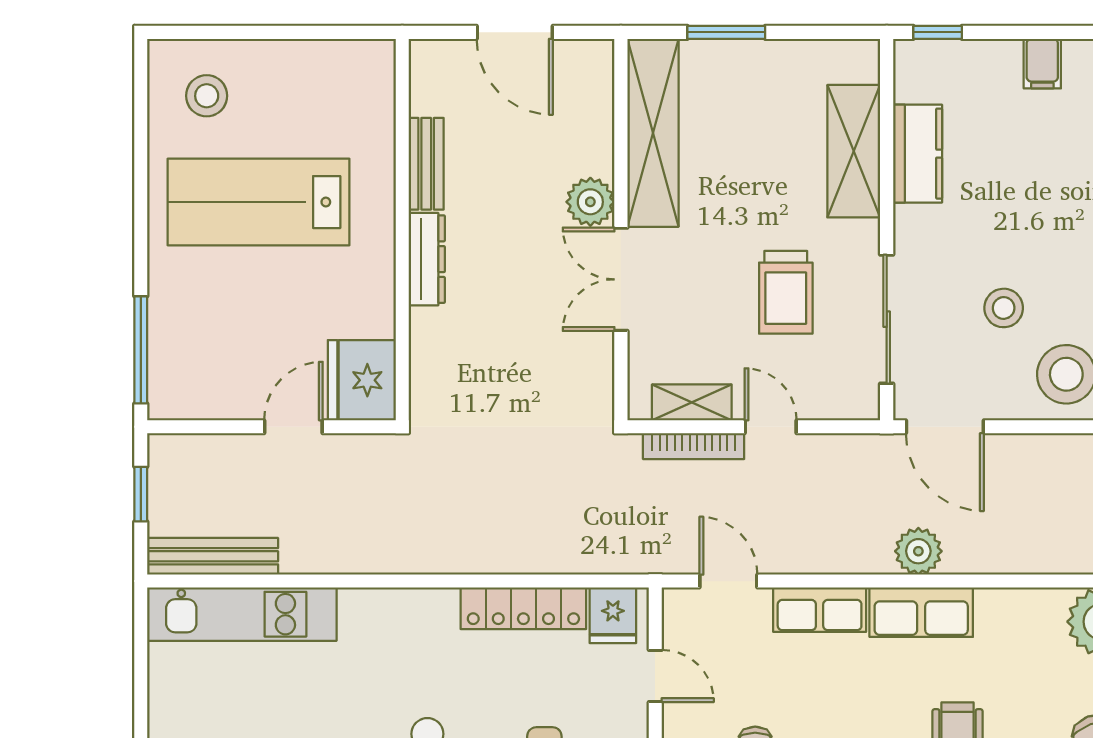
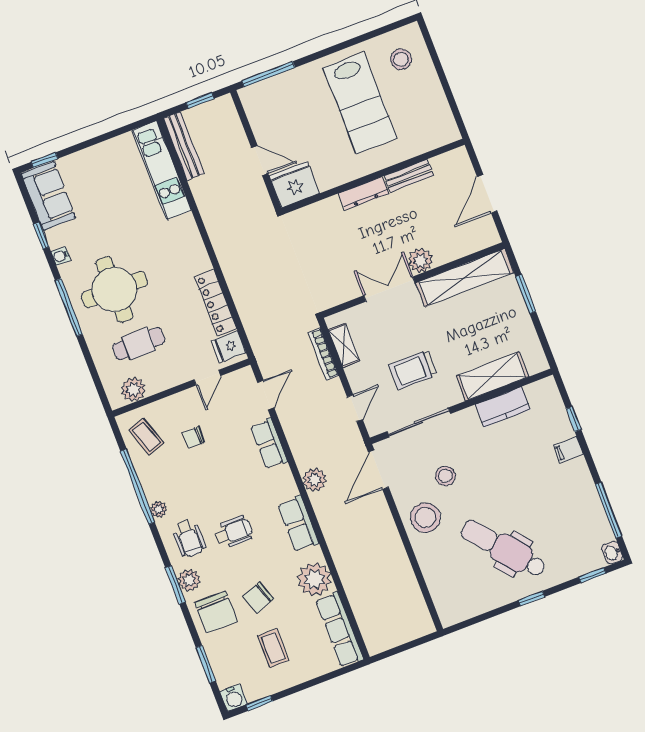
window: (938, 32) -> (574, 419), moved
lab bench: (259, 202) -> (360, 103), turned 180
door: (771, 427) -> (355, 408), moved
row of seats: (921, 612) -> (298, 524), moved

